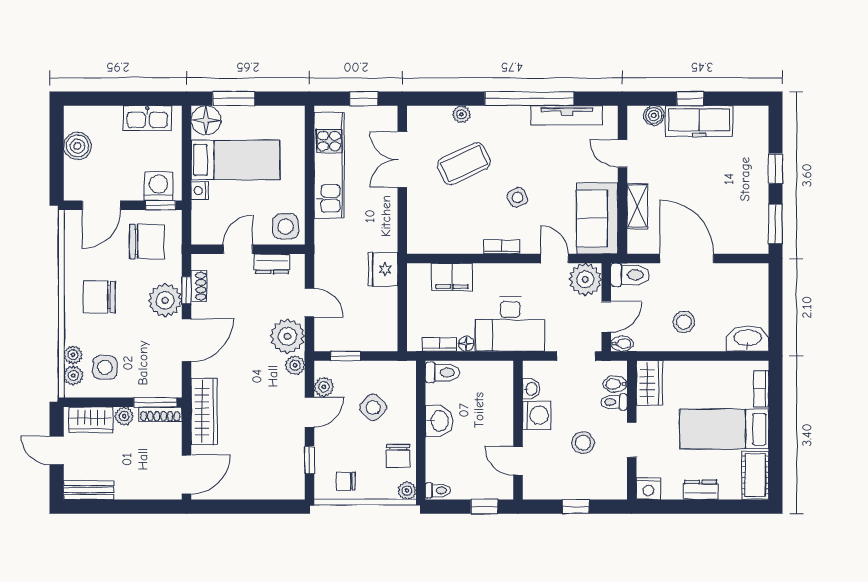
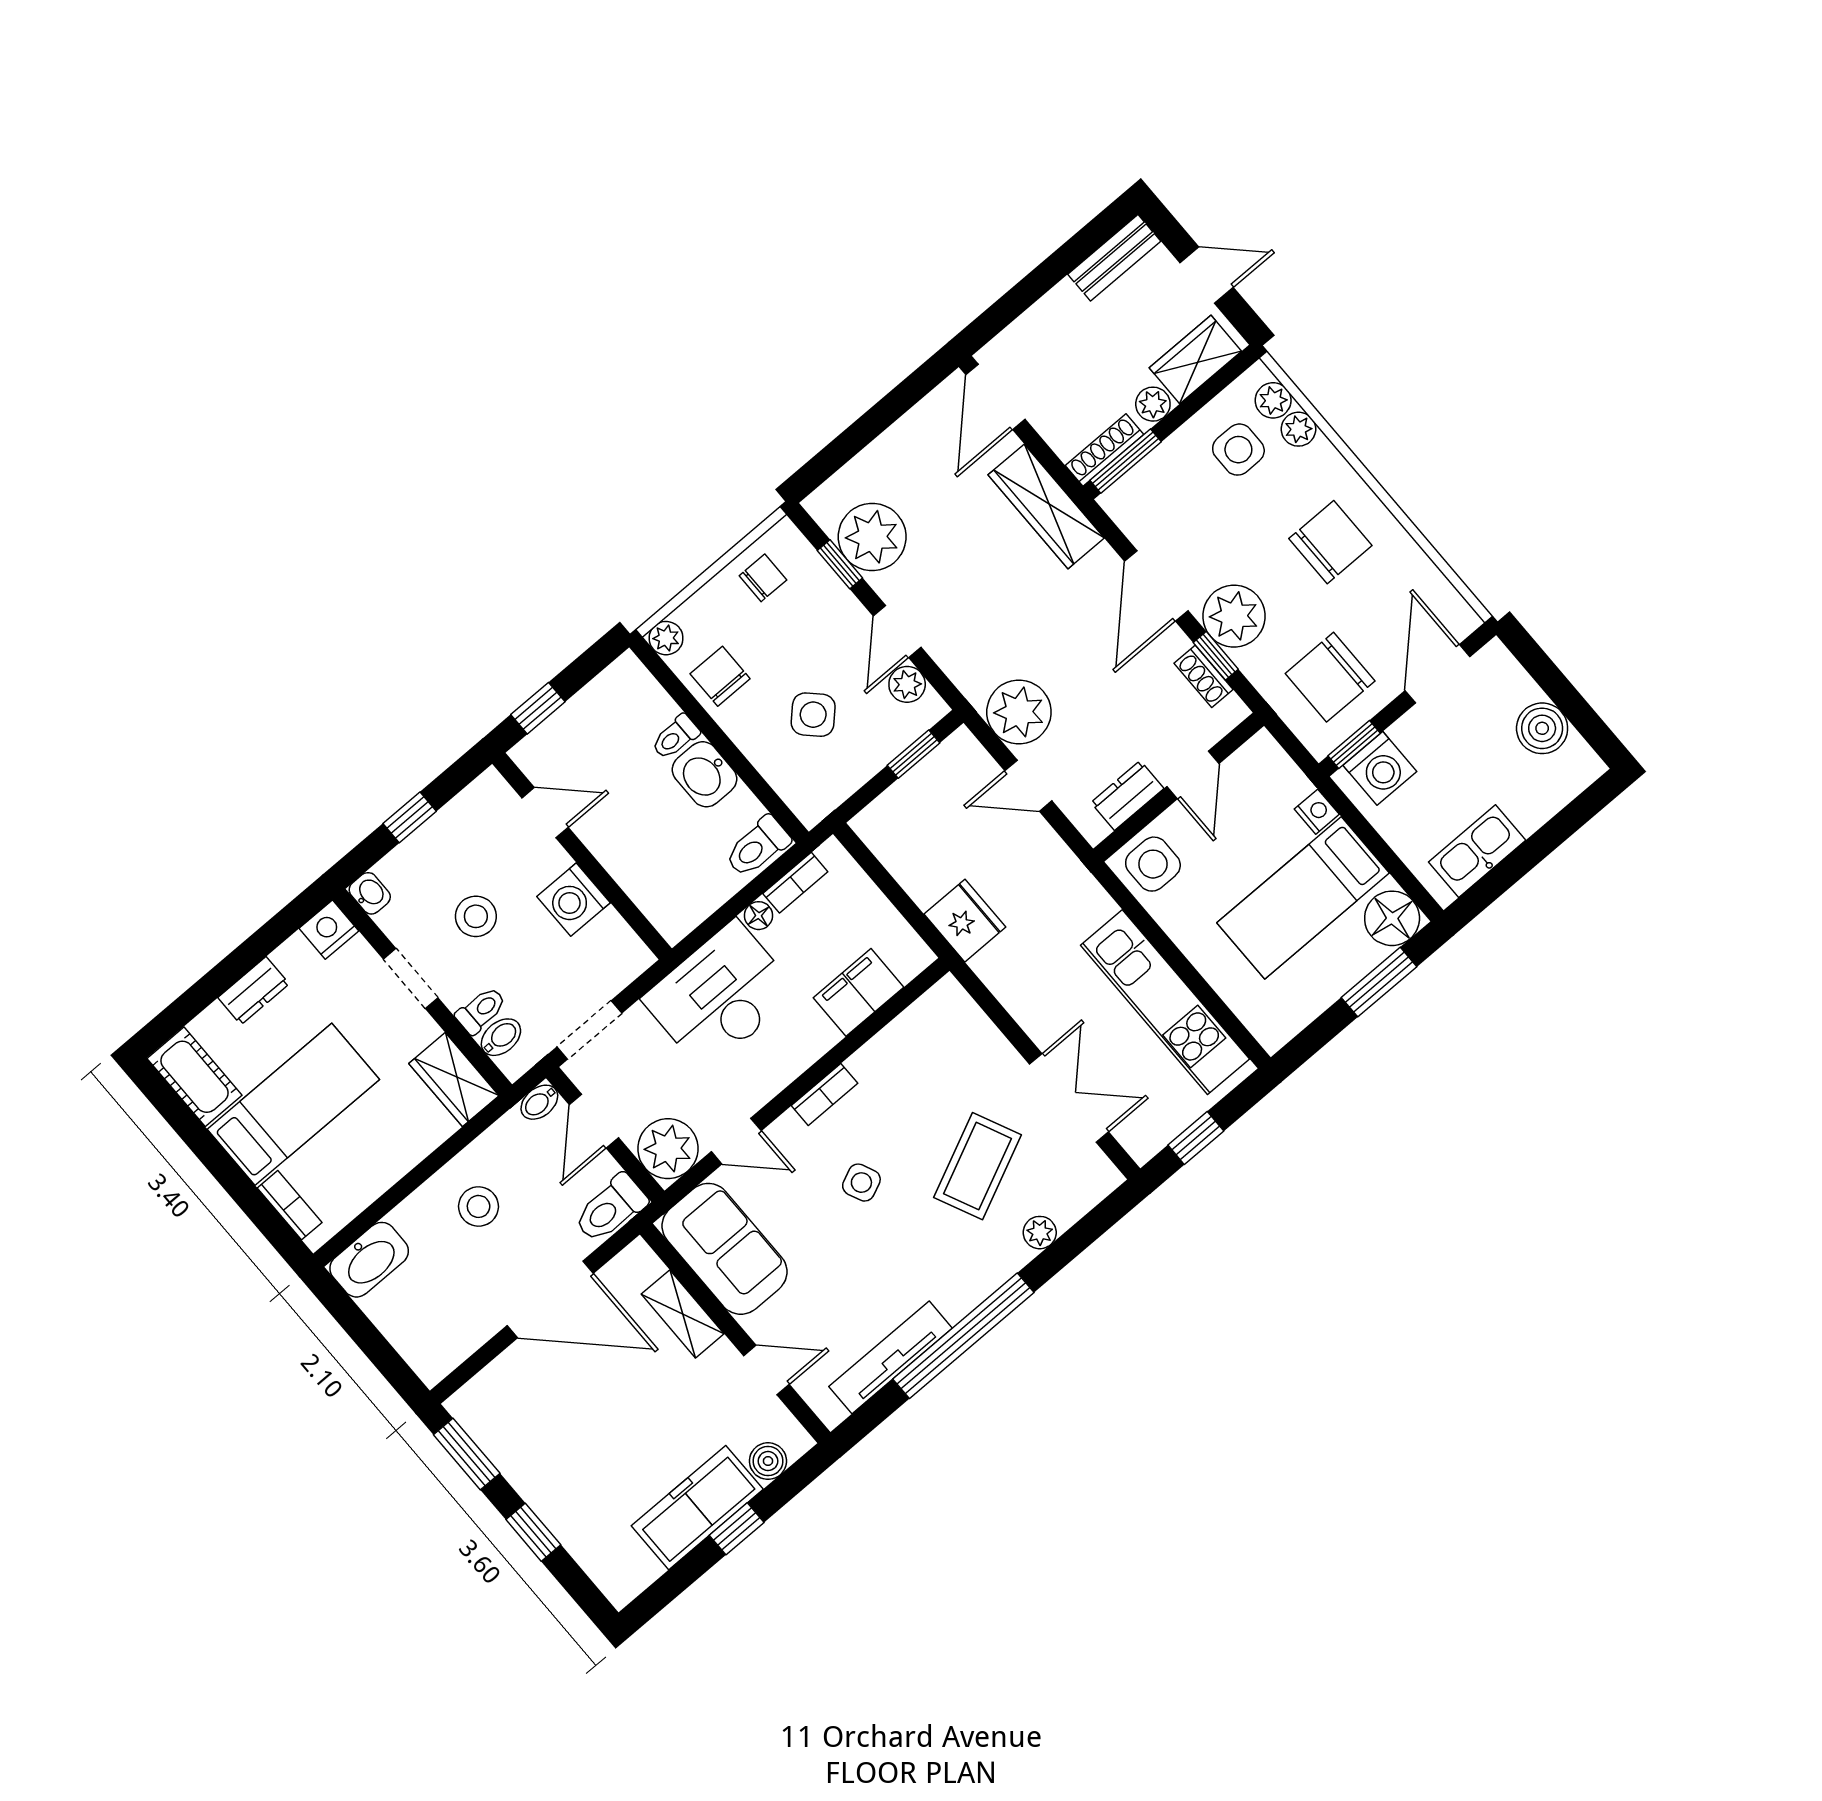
plant: (295, 365) -> (872, 537), moved, width x1.87, depth x1.87
washbasin: (531, 389) -> (370, 893), moved, turned 180
toilet: (438, 490) -> (675, 737), moved

